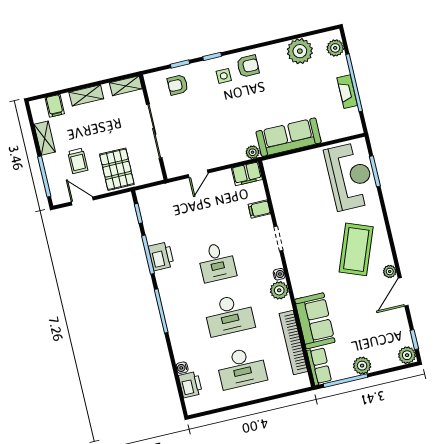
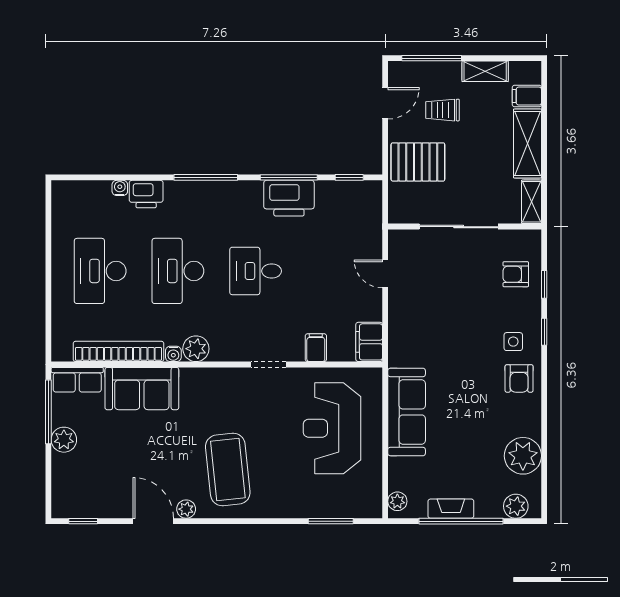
armchair: (178, 85) -> (516, 274), turned -90
shelving: (86, 95) -> (527, 143), width x1.50, depth x1.33
plant: (253, 152) -> (397, 501), moved
reception desk: (350, 176) -> (332, 428), moved, turned 90
coffee table: (356, 249) -> (228, 470), turned 63
printer: (161, 256) -> (289, 198), width x1.37, depth x1.19
water cooler: (279, 274) -> (173, 354), moved
plant: (407, 355) -> (64, 506), removed
printer: (190, 385) -> (146, 194), moved

